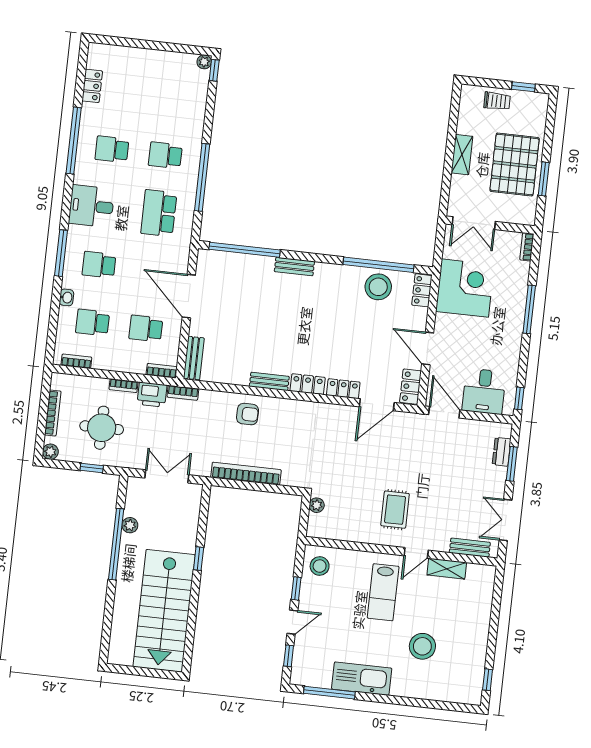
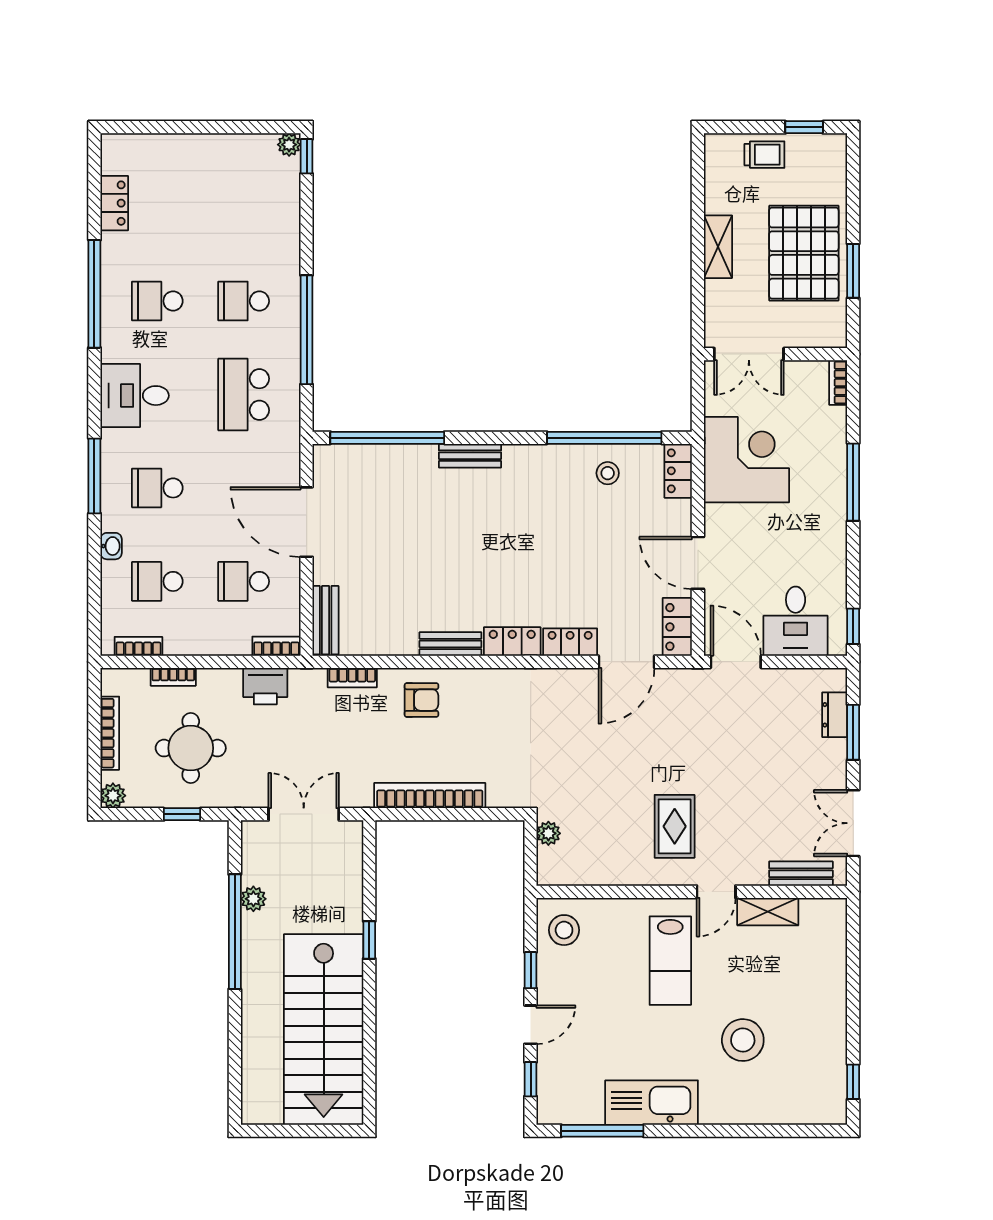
stool: (378, 287) -> (608, 473), width x0.53, depth x0.53
bookcase: (124, 386) -> (173, 677), moved
bookcase: (183, 393) -> (352, 678), moved

